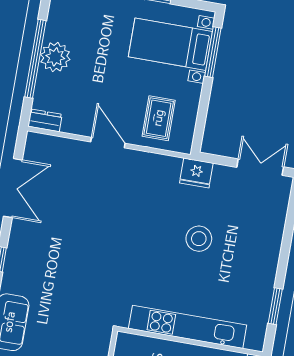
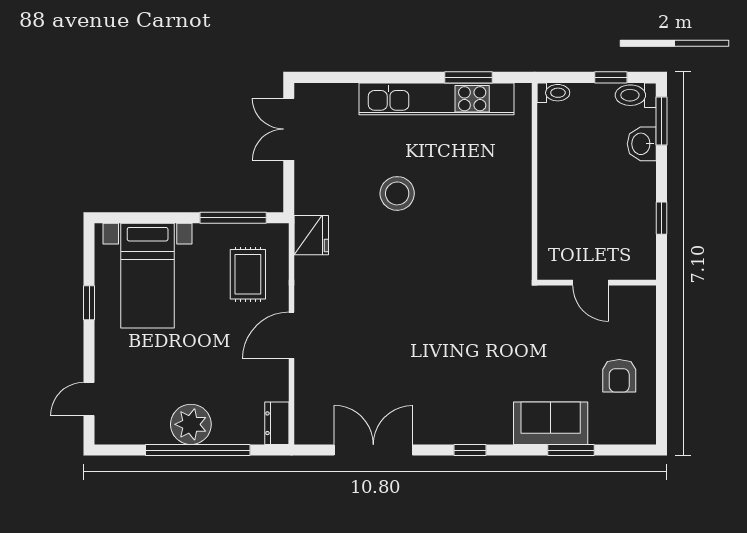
window: (213, 52) -> (233, 218), moved
rug: (159, 118) -> (248, 274), turned 90
fridge: (196, 173) -> (311, 235), moved
kitchen unit: (188, 327) -> (437, 99), moved, turned -90

